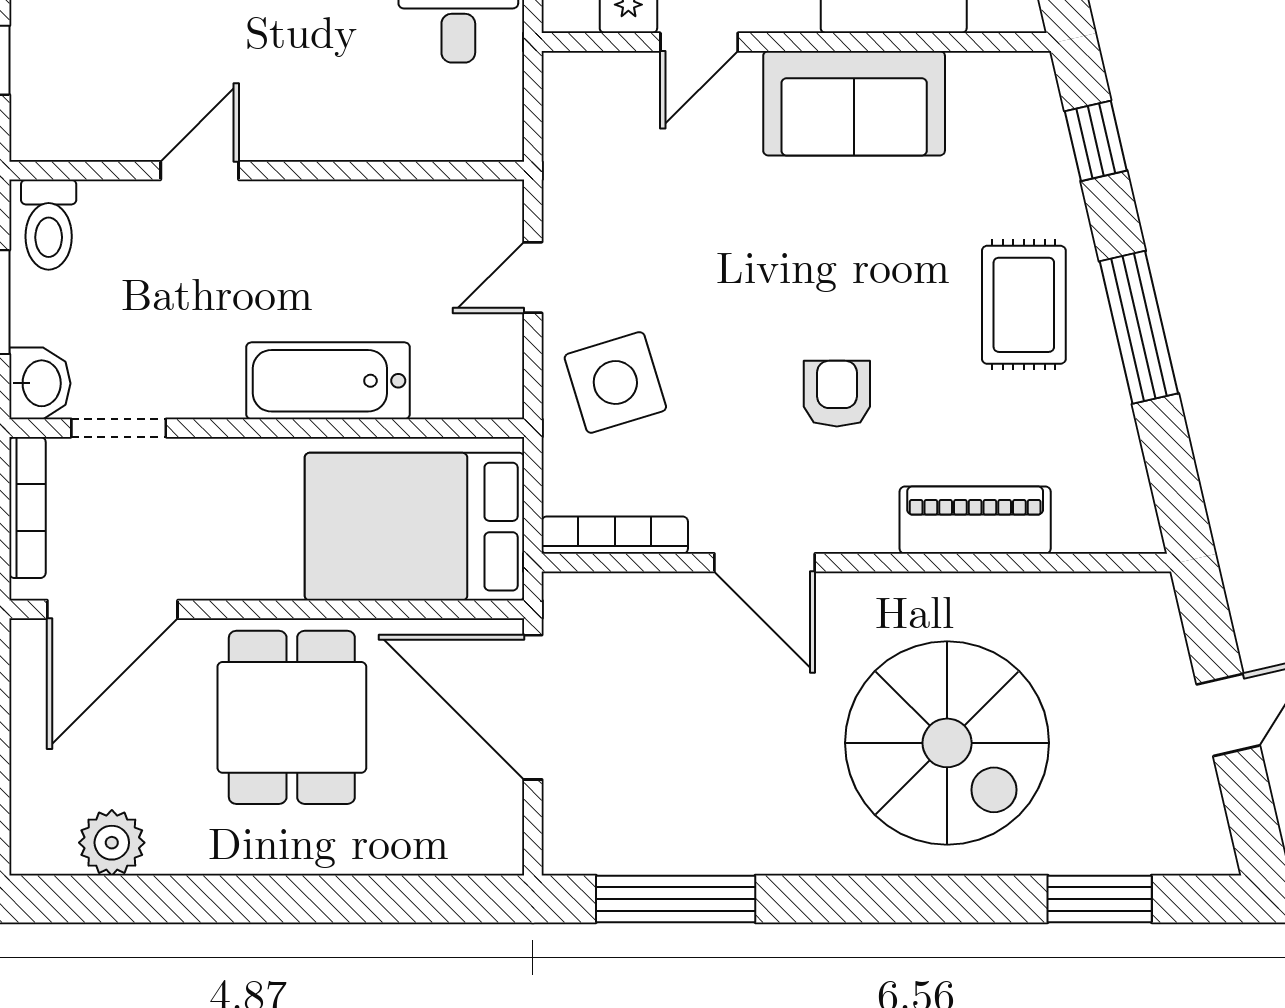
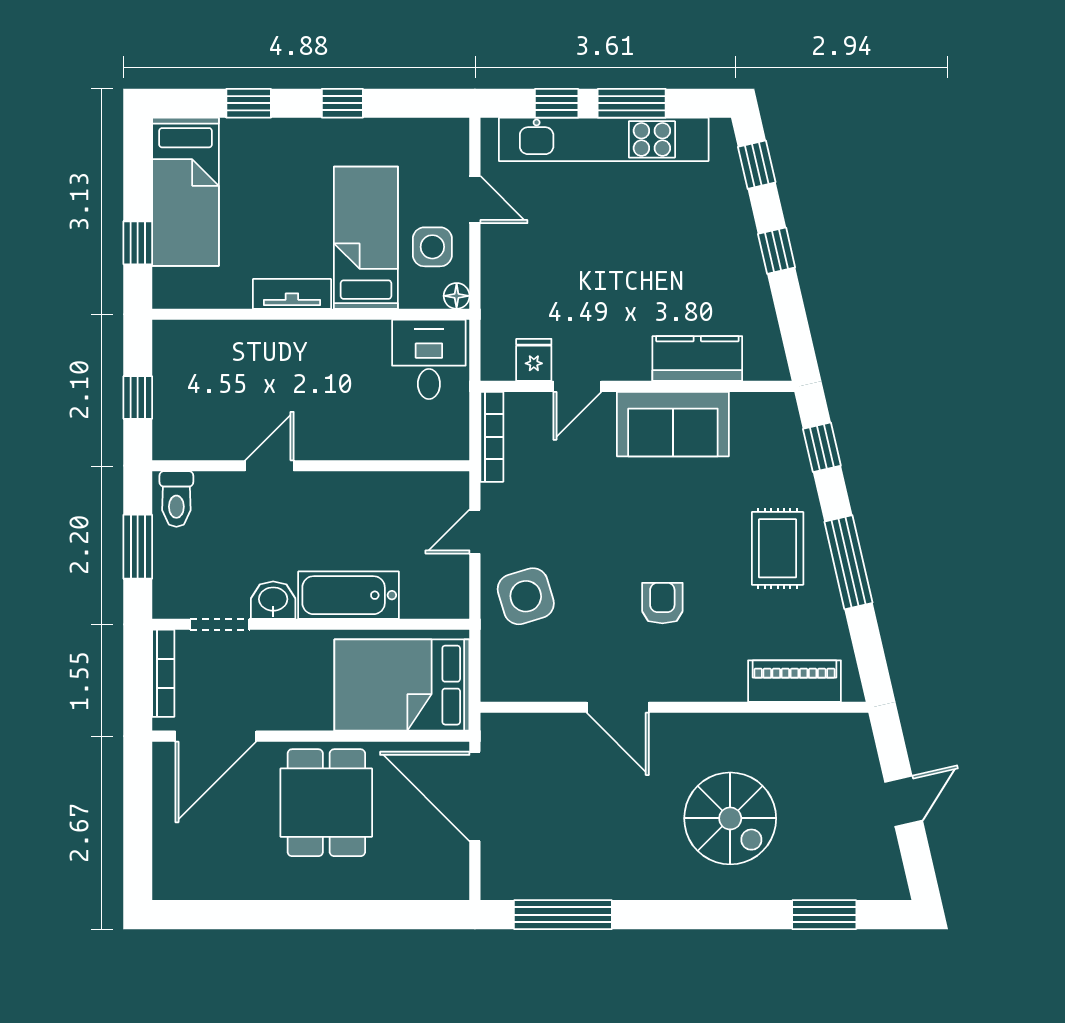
washbasin: (40, 383) -> (273, 600), moved, turned -90
piano: (975, 520) -> (794, 681), moved
bookcase: (615, 535) -> (492, 437), moved, turned 90
spiral stairs: (947, 743) -> (730, 818), width x0.73, depth x0.73
plant: (112, 843) -> (215, 880), removed

